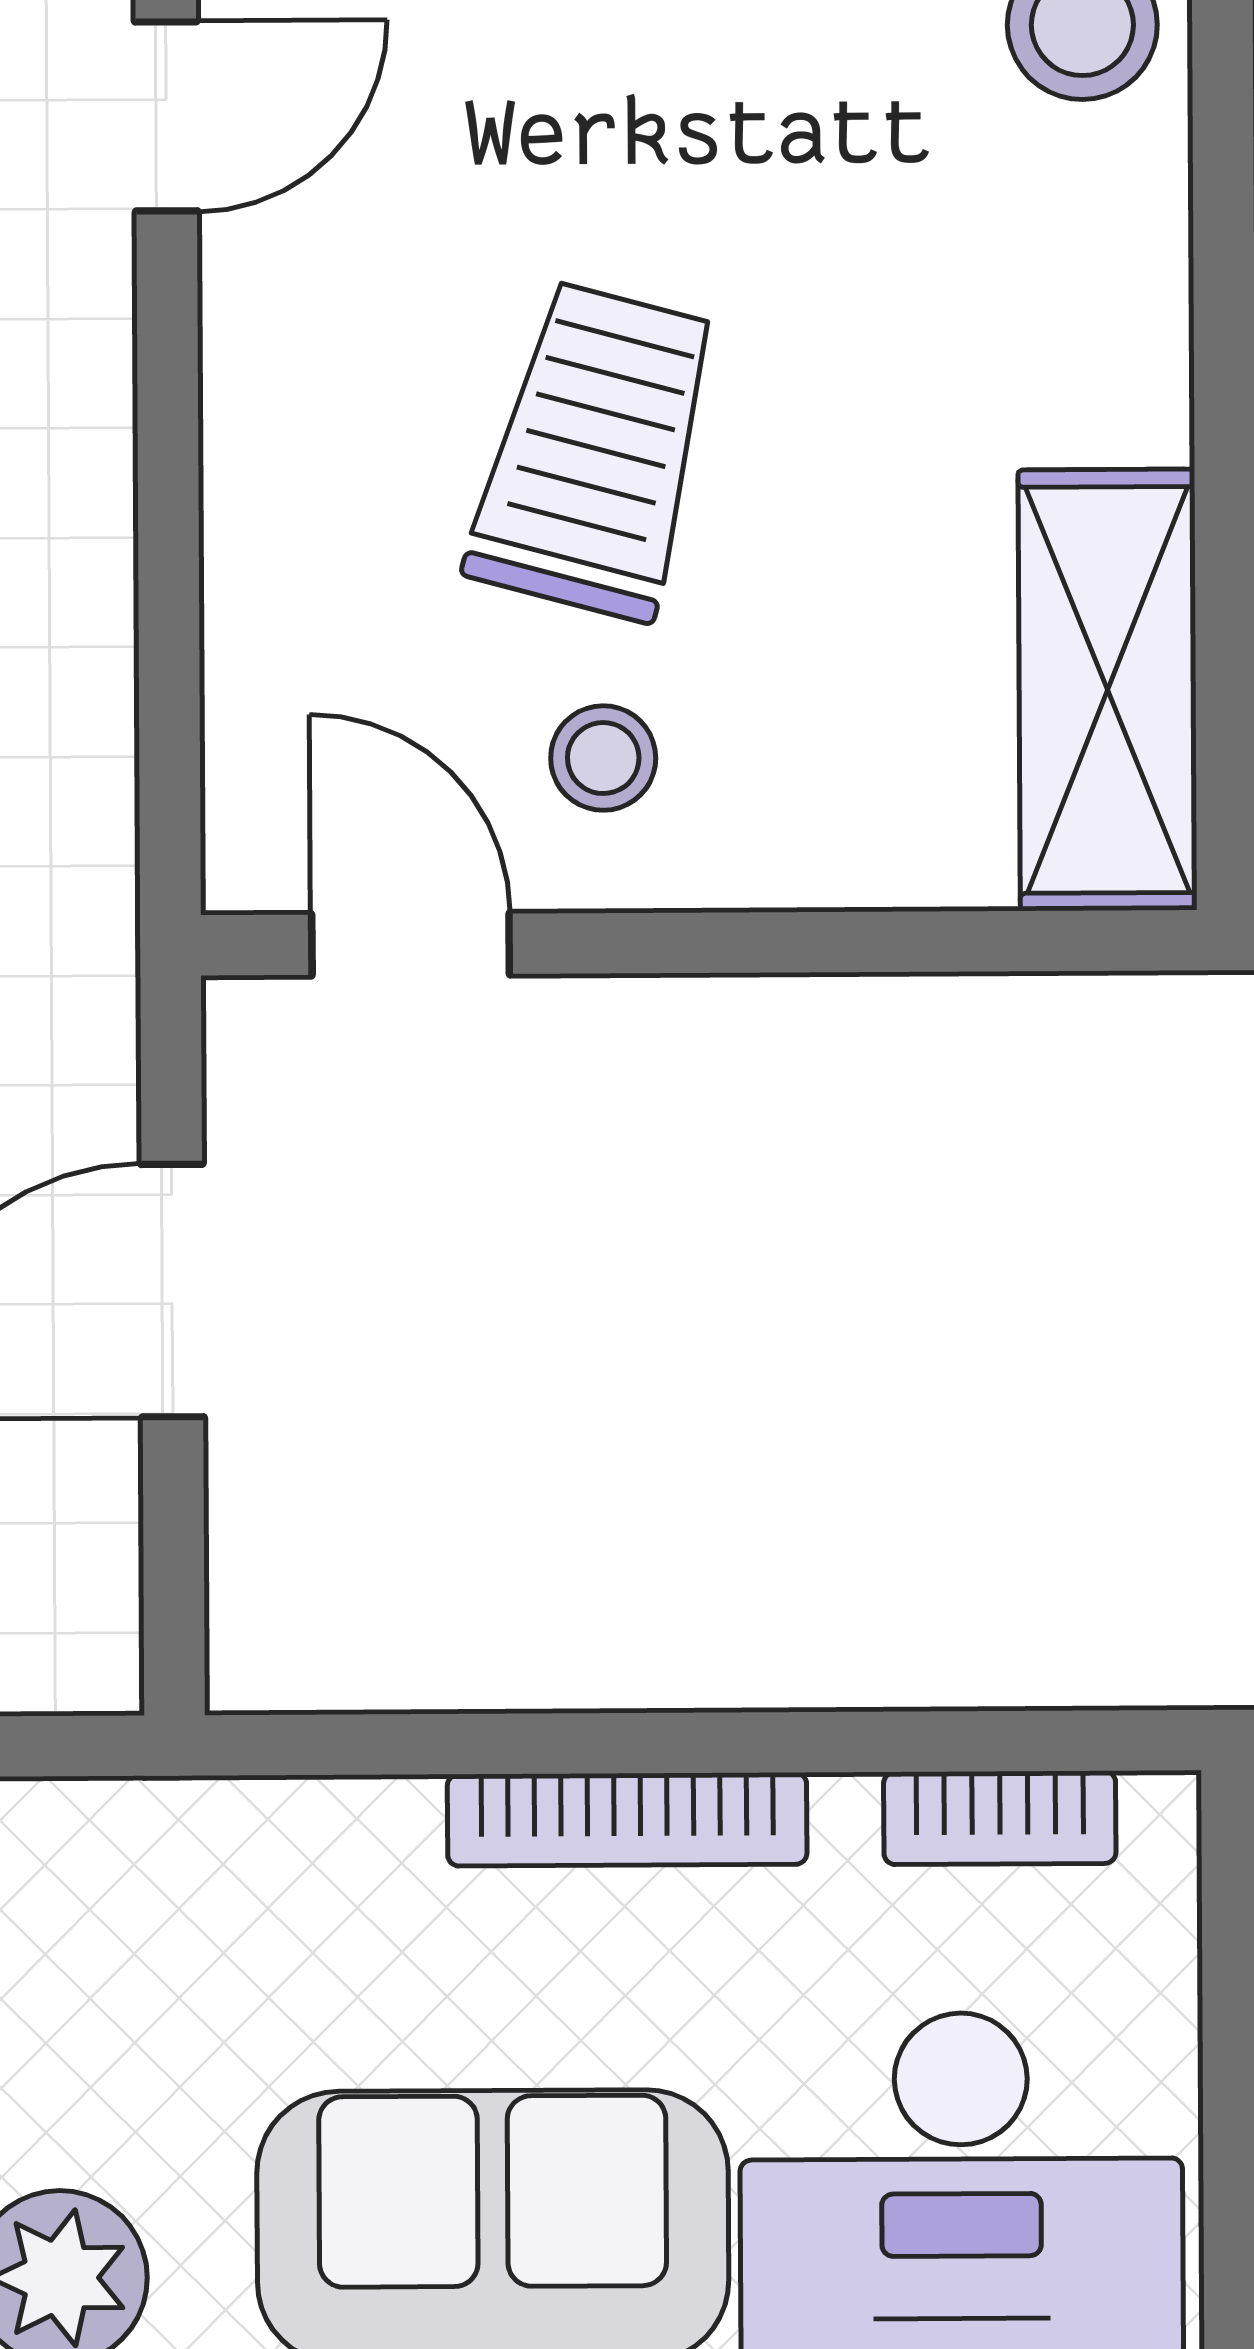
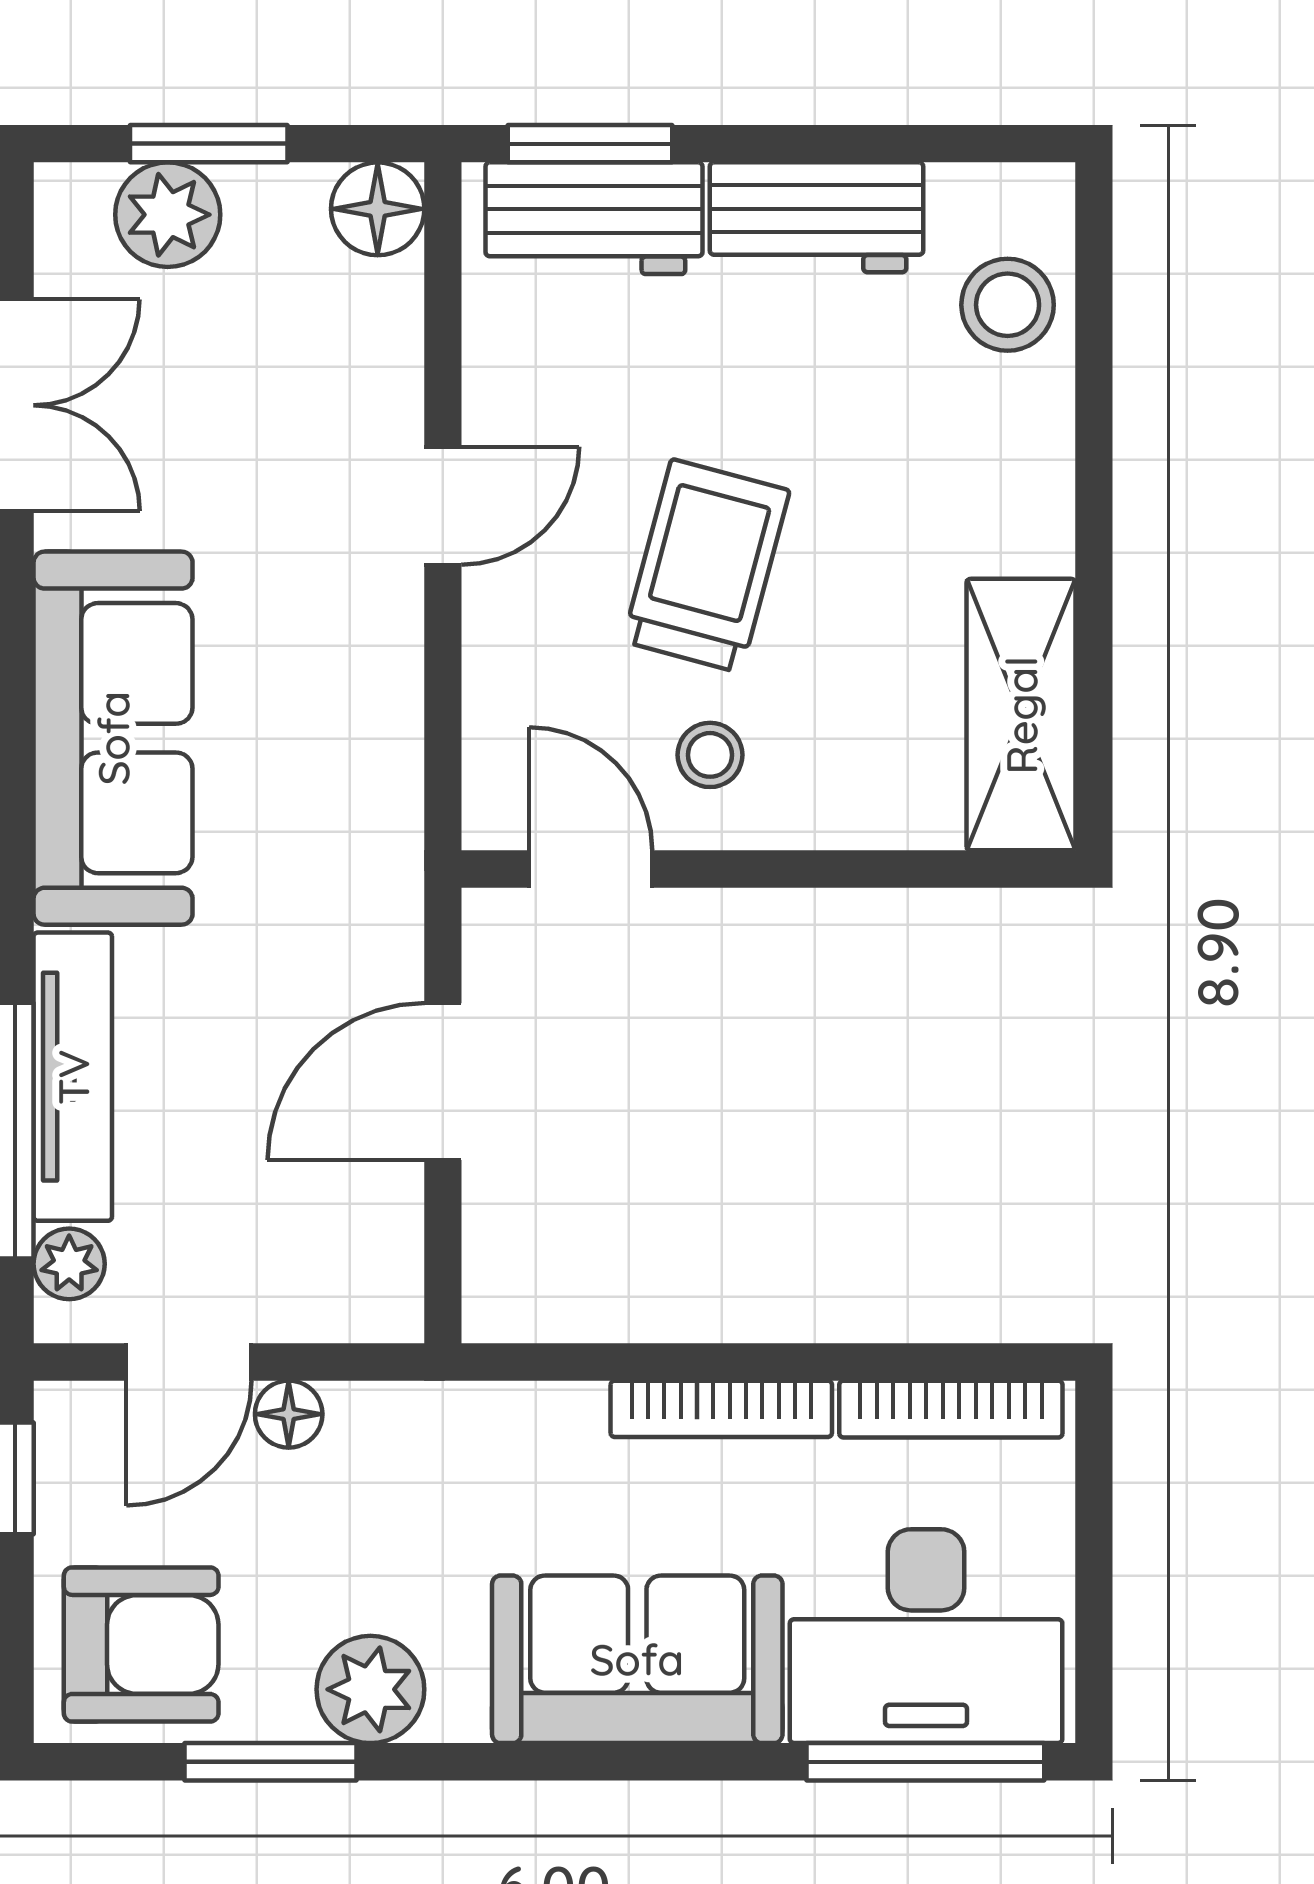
door: (166, 116) -> (443, 506), moved
bookcase: (1000, 1818) -> (951, 1409), width x1.56

